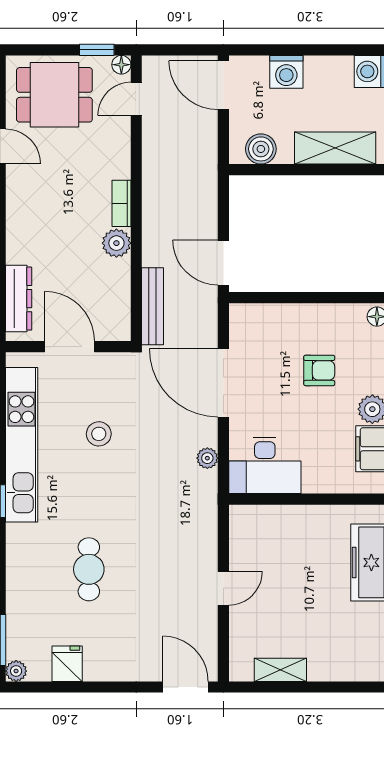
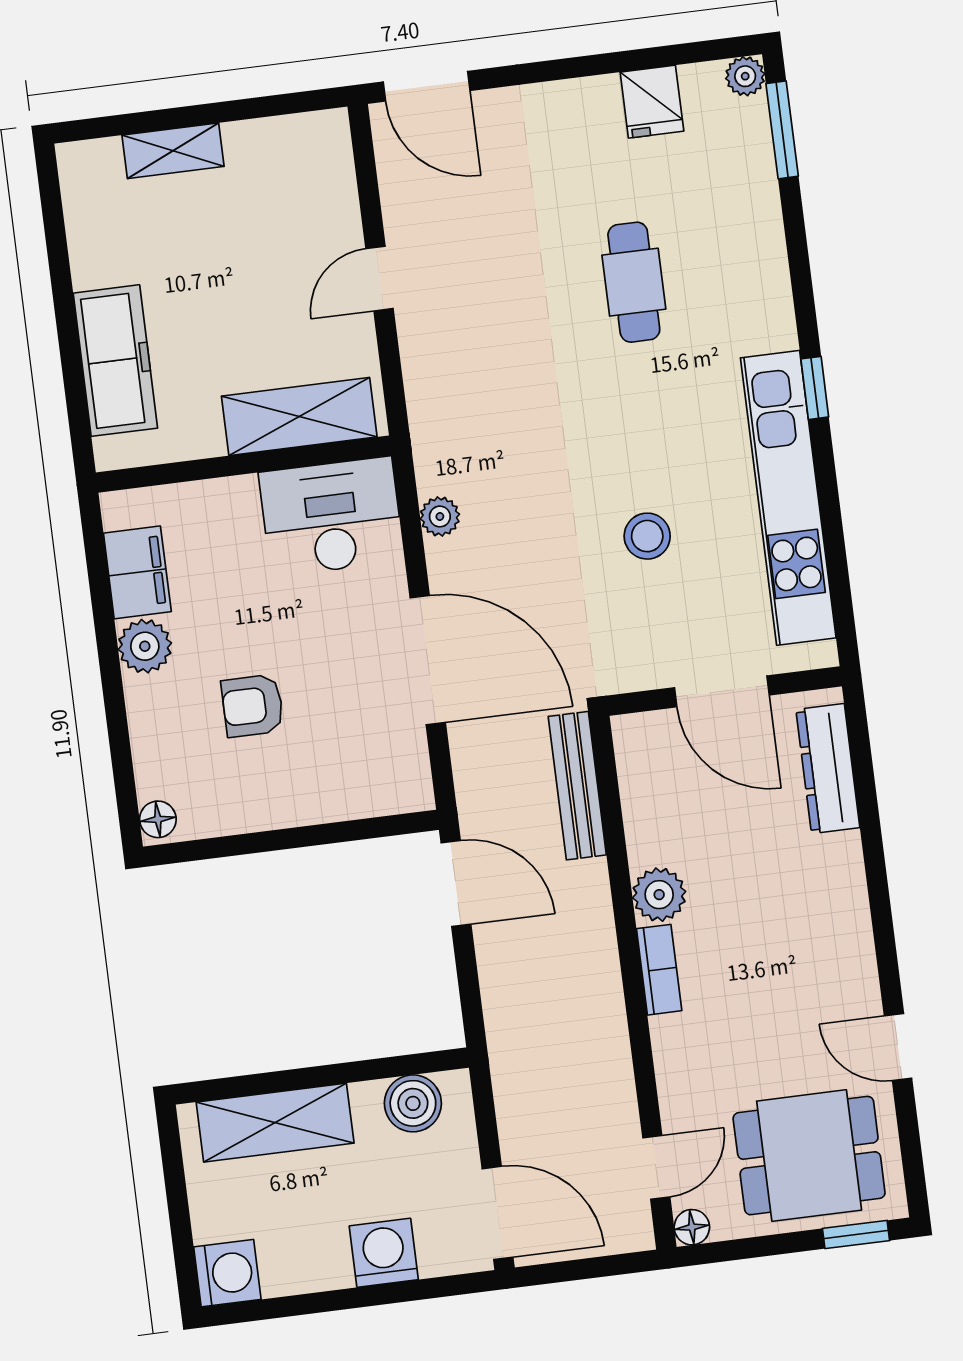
window: (97, 50) -> (856, 1235), moved
shelving: (275, 521) -> (299, 417), added
shelving: (280, 670) -> (173, 151), moved

